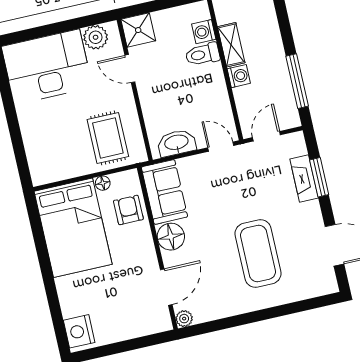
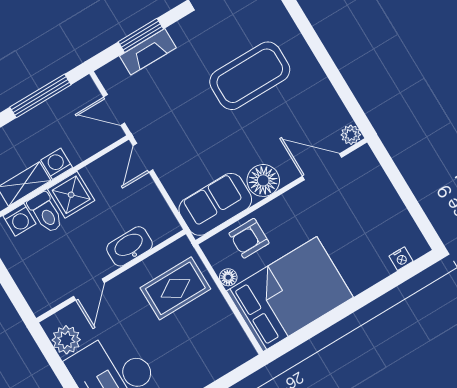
shower: (138, 30) -> (71, 195), moved
washbasin: (177, 143) -> (130, 246), moved, turned 90
nightstand: (79, 331) -> (401, 259), width x0.53, depth x0.56

